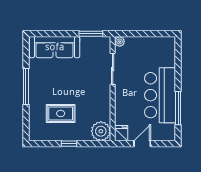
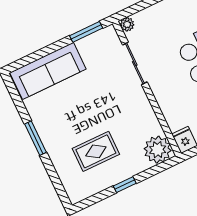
window: (26, 86) -> (35, 138), width x0.69

